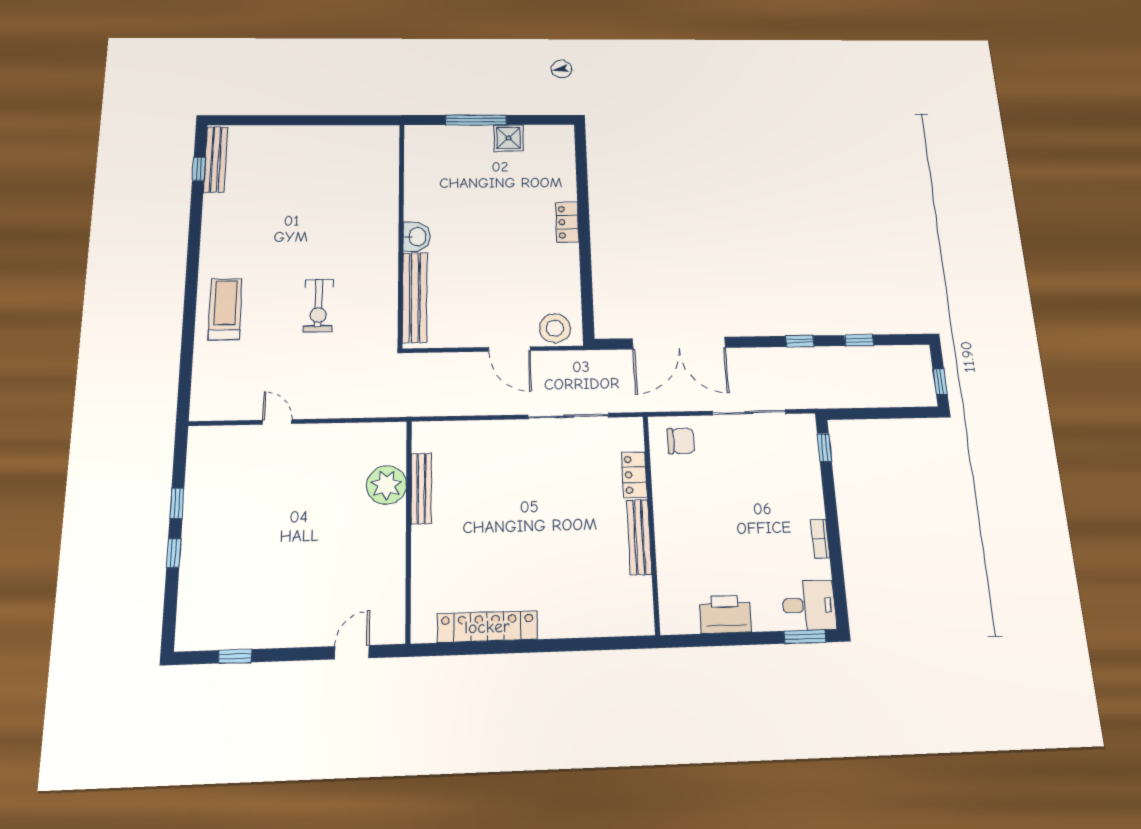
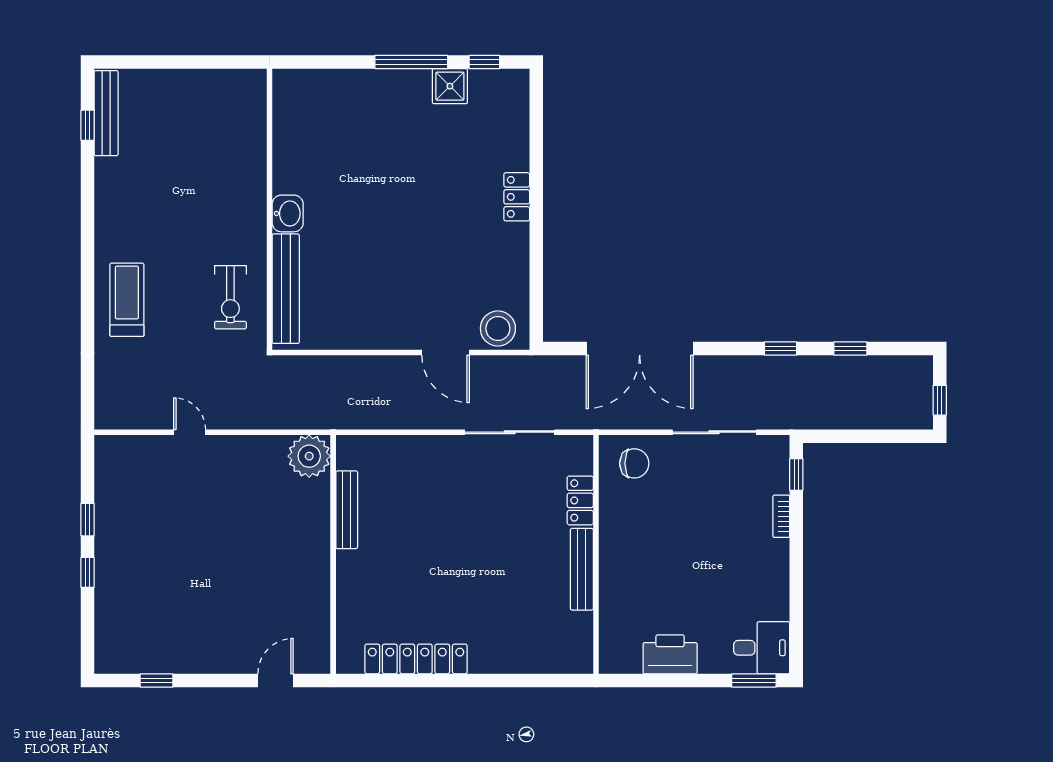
window: (537, 120) -> (484, 62), added
wall: (401, 233) -> (269, 209), moved
washbasin: (417, 237) -> (288, 213), moved
bench: (415, 297) -> (286, 289), moved
plant: (387, 485) -> (309, 456), moved
bookcase: (820, 539) -> (781, 516), moved

